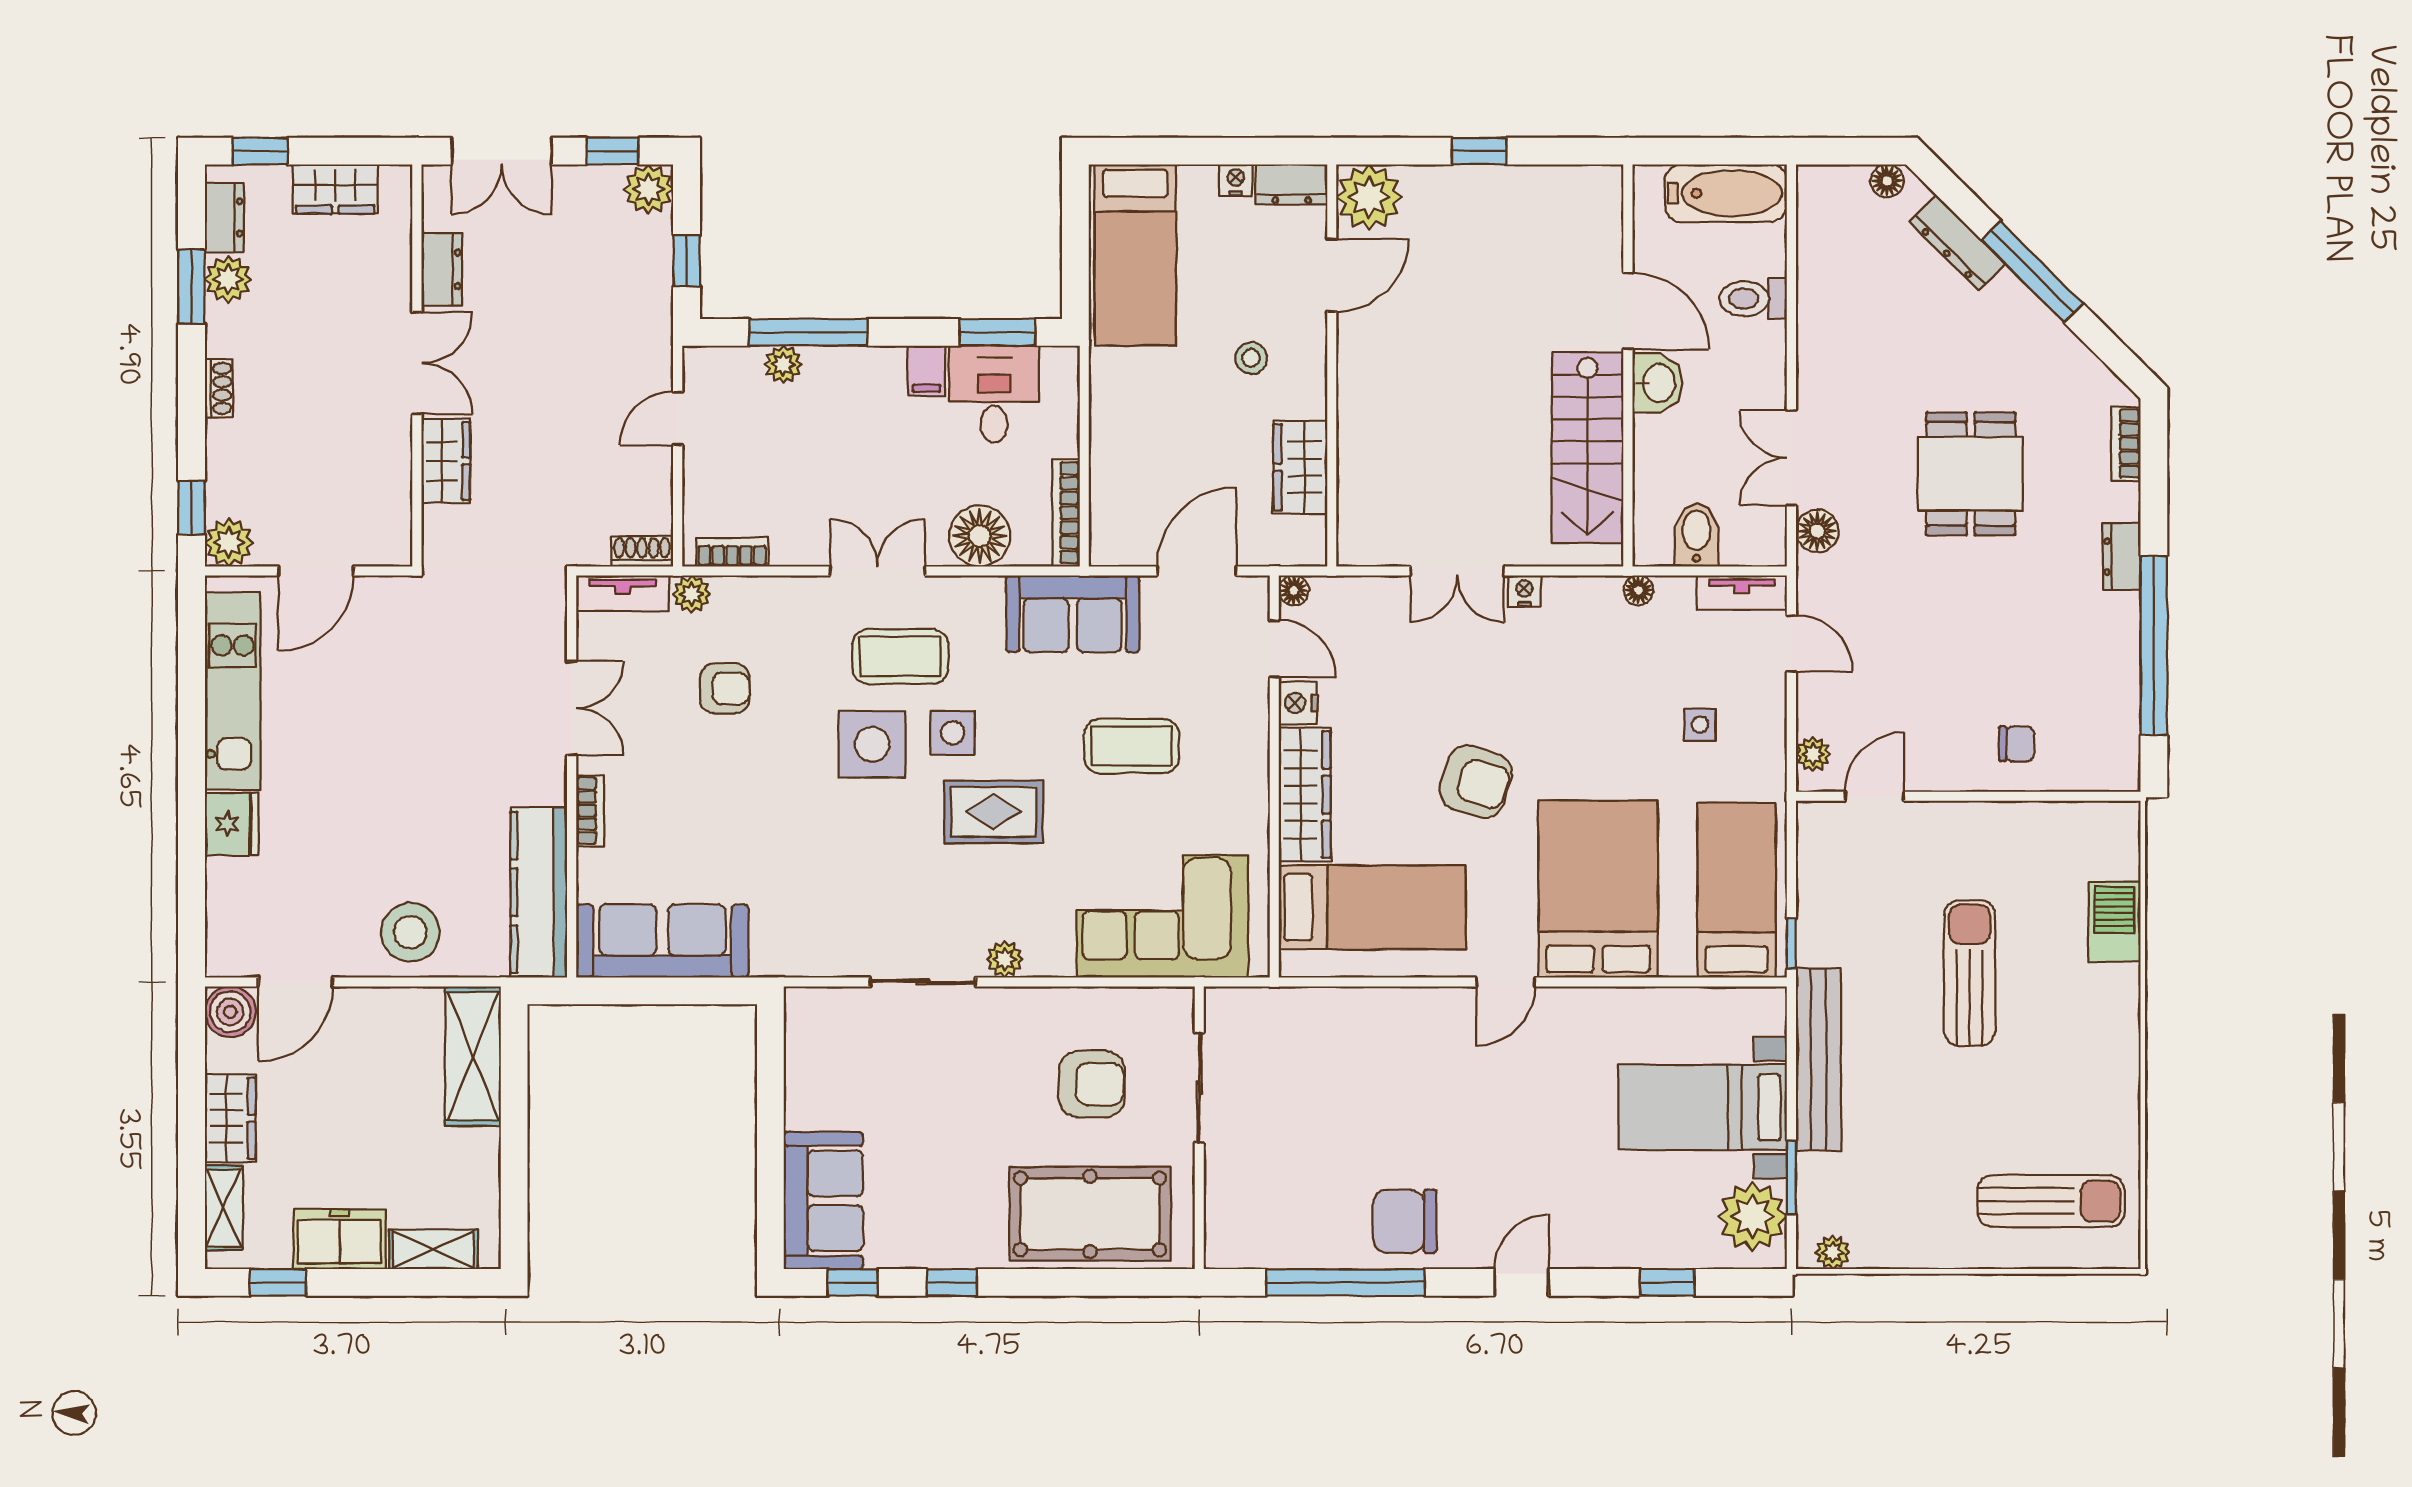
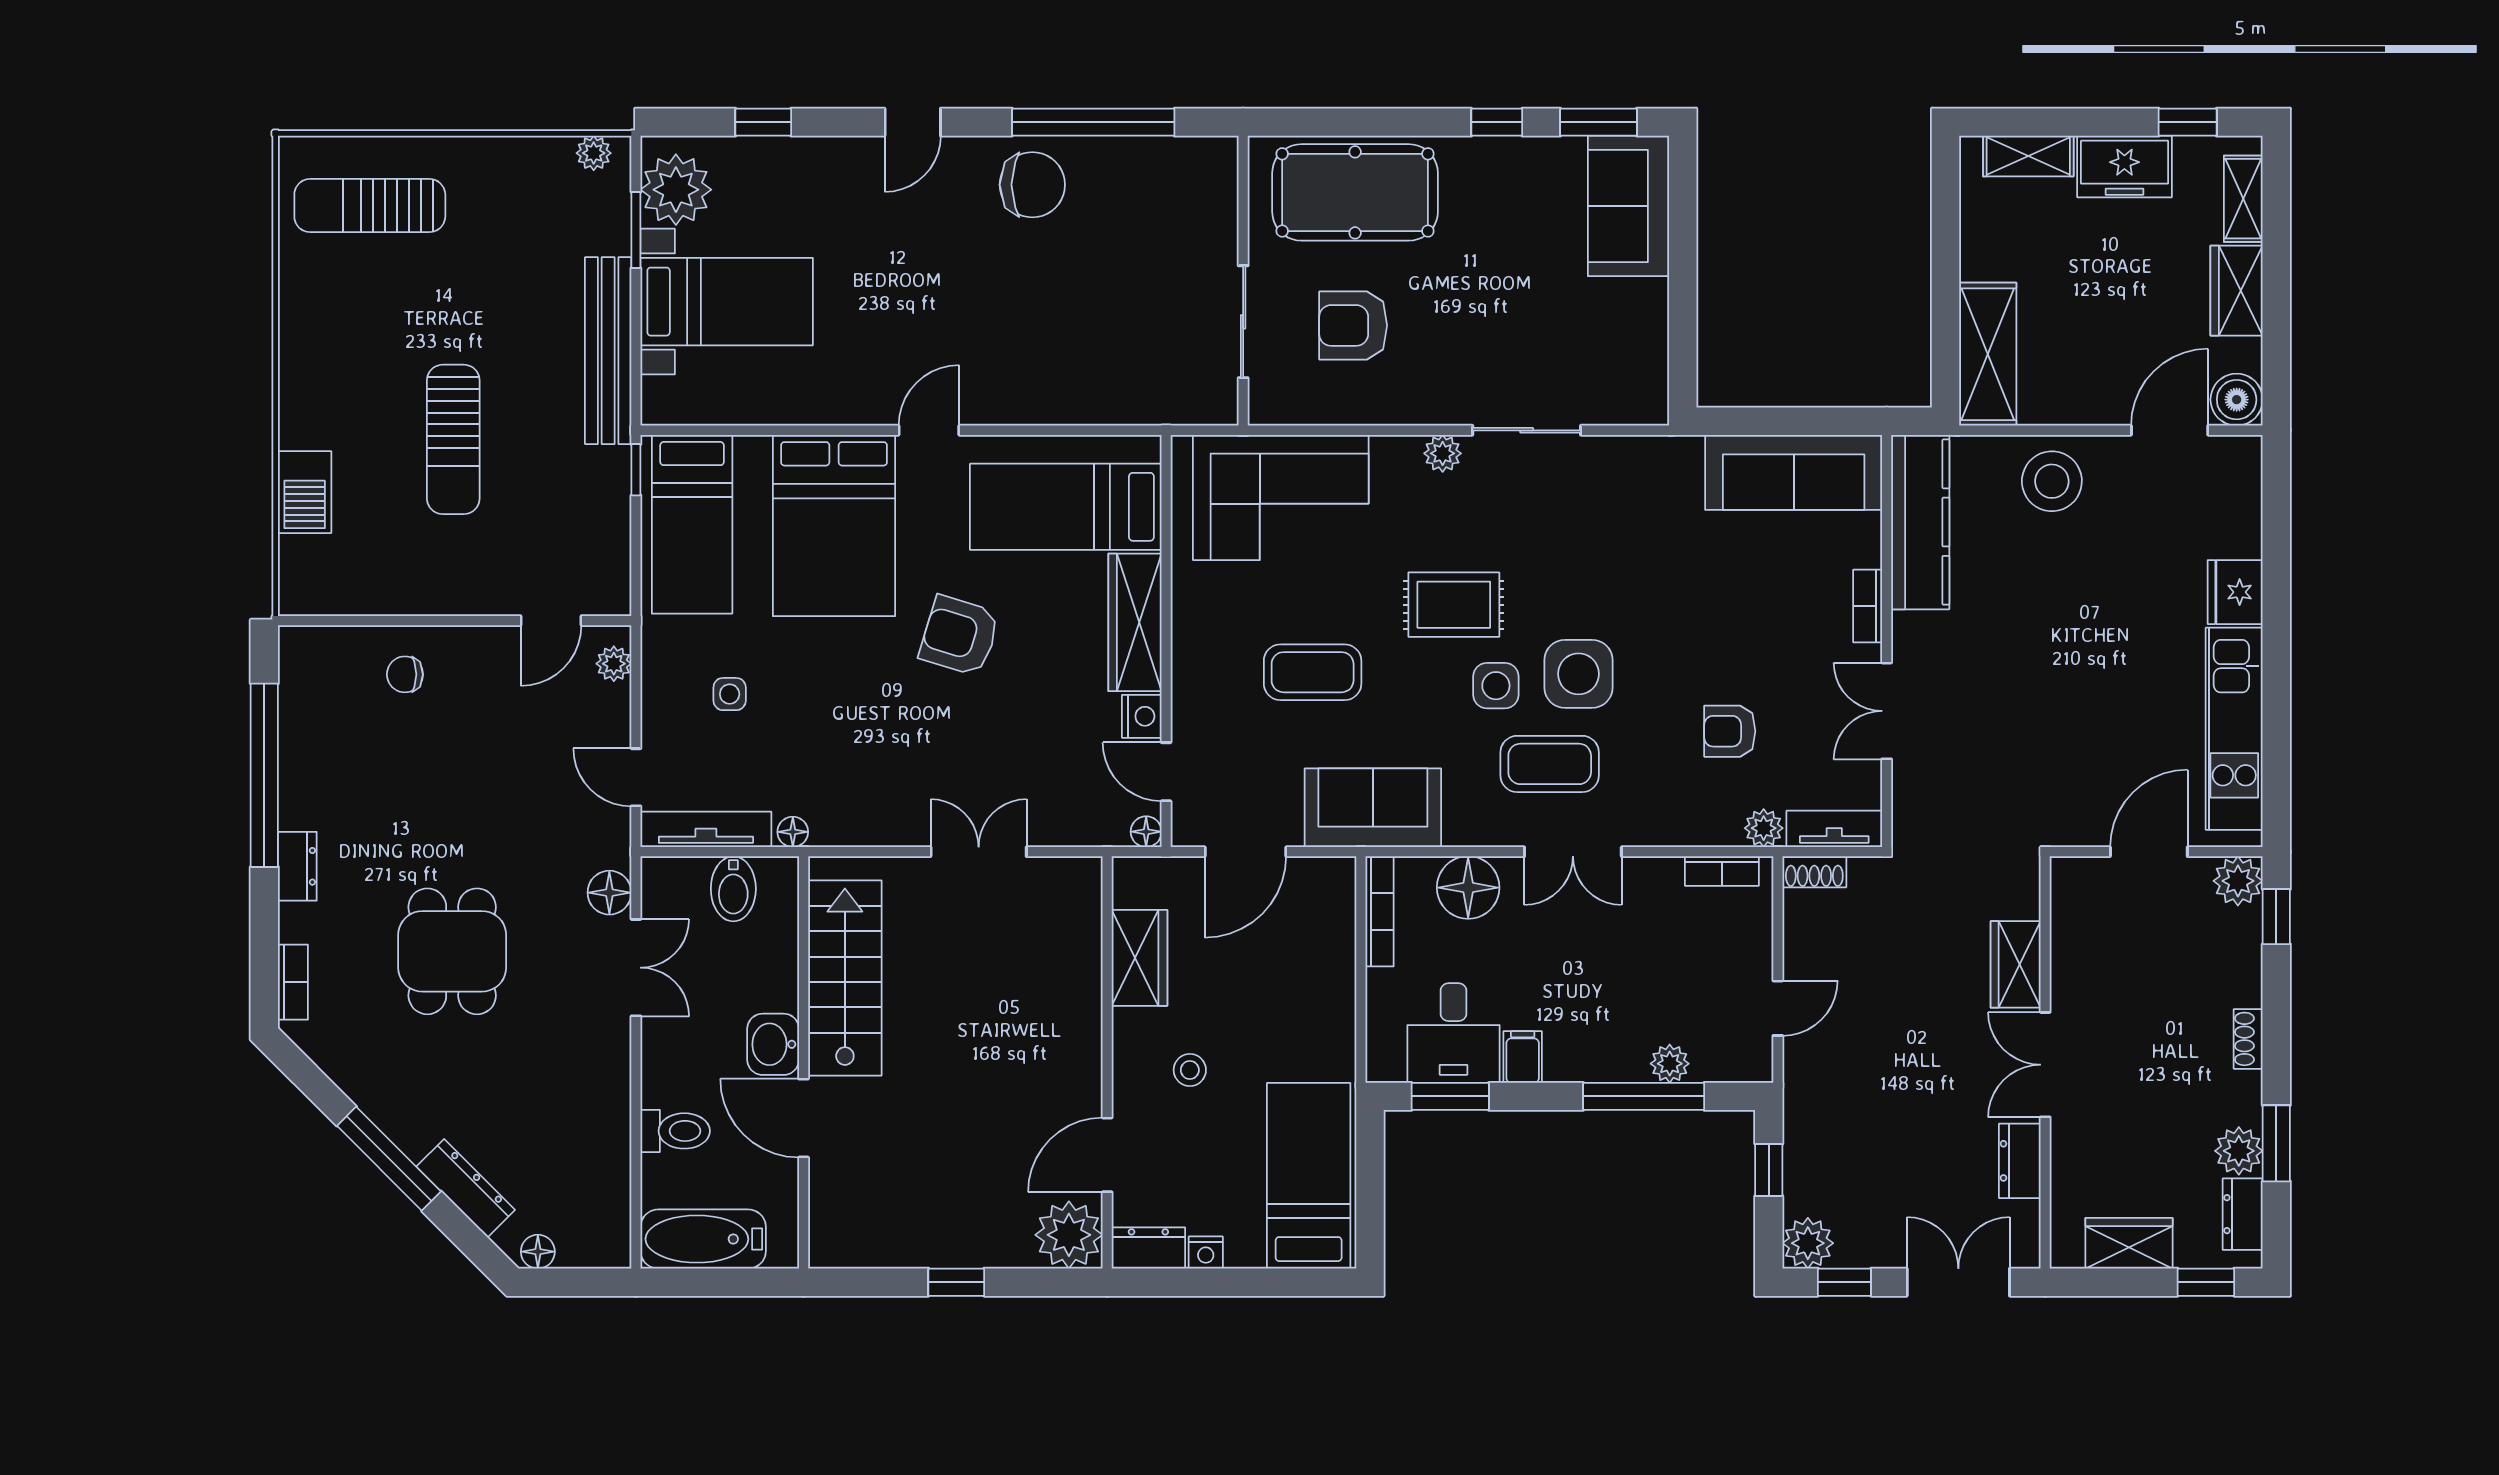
nightstand: (1524, 591) -> (910, 831), removed
tv unit: (1742, 593) -> (706, 829), width x1.41
window: (853, 1282) -> (1599, 122), width x1.50

